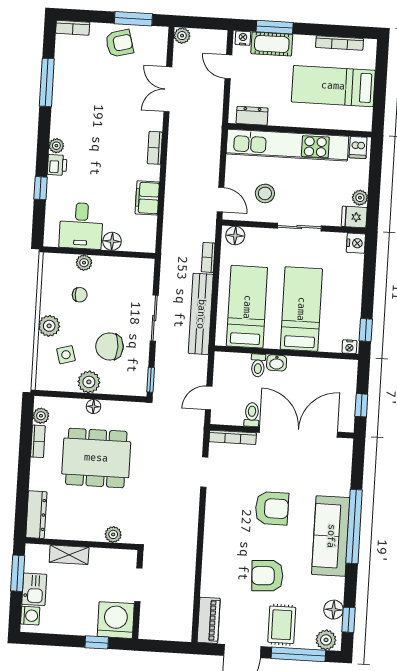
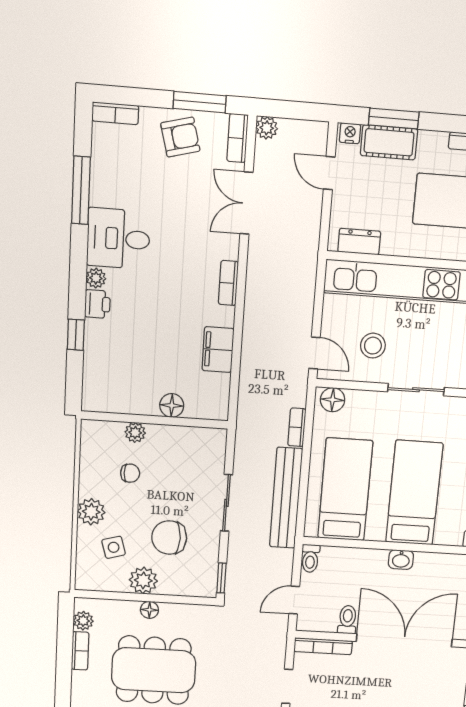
bookcase: (161, 43) -> (237, 138), added
desk: (81, 226) -> (118, 239), moved, turned 90
washbasin: (277, 363) -> (401, 560), moved
toilet: (258, 365) -> (310, 558), moved

